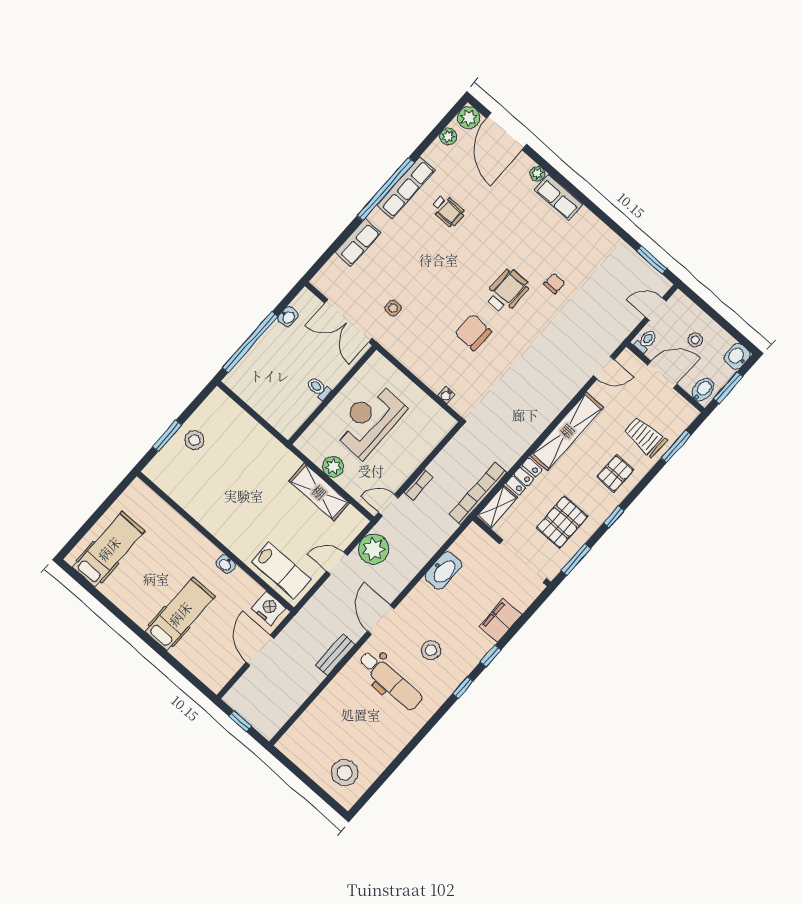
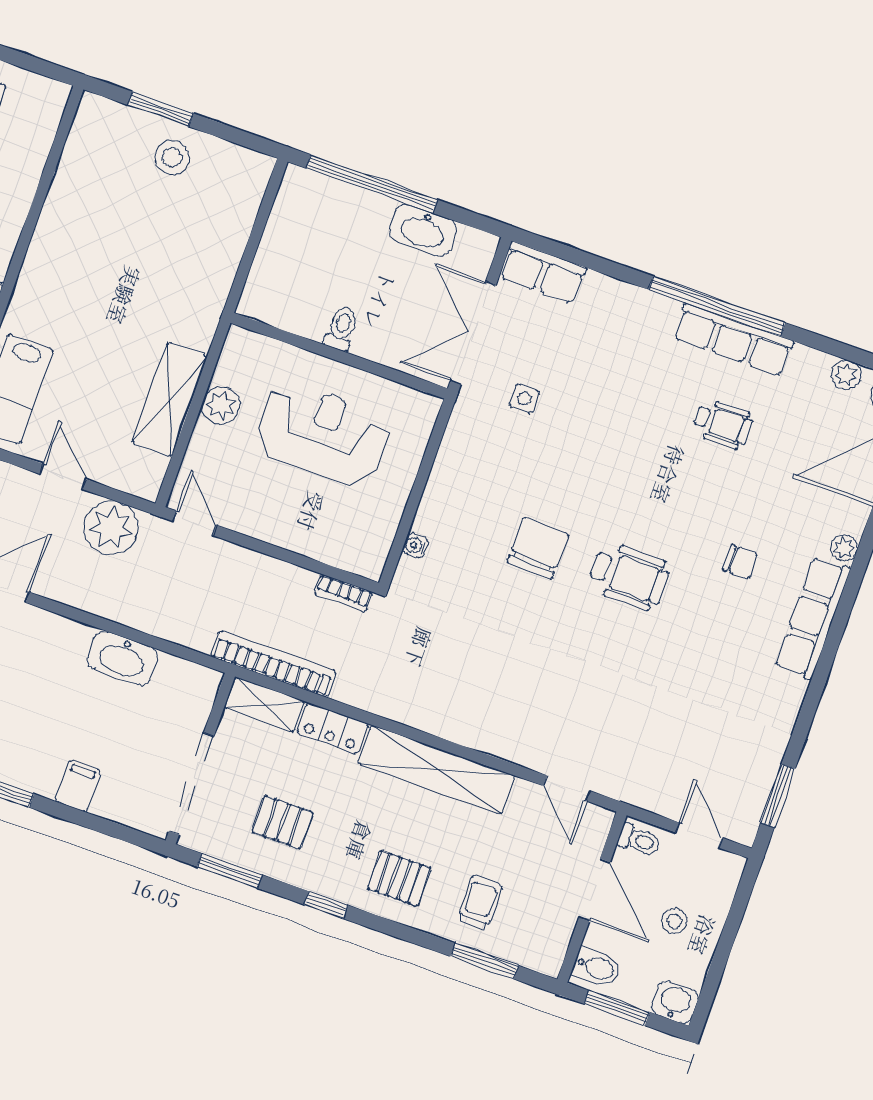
row of seats: (559, 197) -> (813, 618), width x1.48
wheelchair: (448, 211) -> (723, 424), turned -90
row of seats: (358, 242) -> (543, 273), moved
chair: (554, 283) -> (740, 562), moved
washbasin: (288, 317) -> (423, 230), width x1.91, depth x1.45
trolley: (645, 437) -> (480, 903), width x0.73, depth x0.72
bookcase: (419, 485) -> (344, 593), moved
pallet: (562, 522) -> (283, 822), width x0.67, depth x0.71
filing cabinet: (500, 620) -> (78, 786), width x0.50

